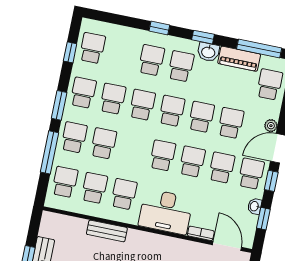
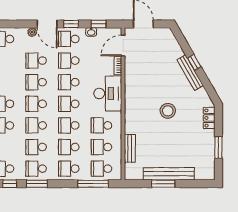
window: (59, 105) -> (37, 184), moved
school desk: (133, 149) -> (69, 125), added
window: (50, 152) -> (93, 184), moved
bench: (107, 231) -> (130, 148), moved

